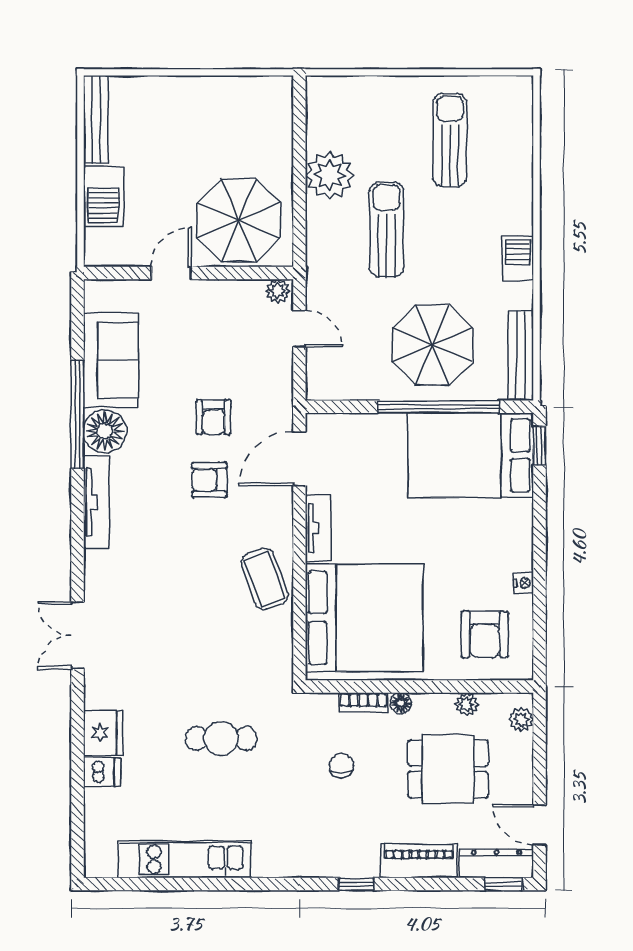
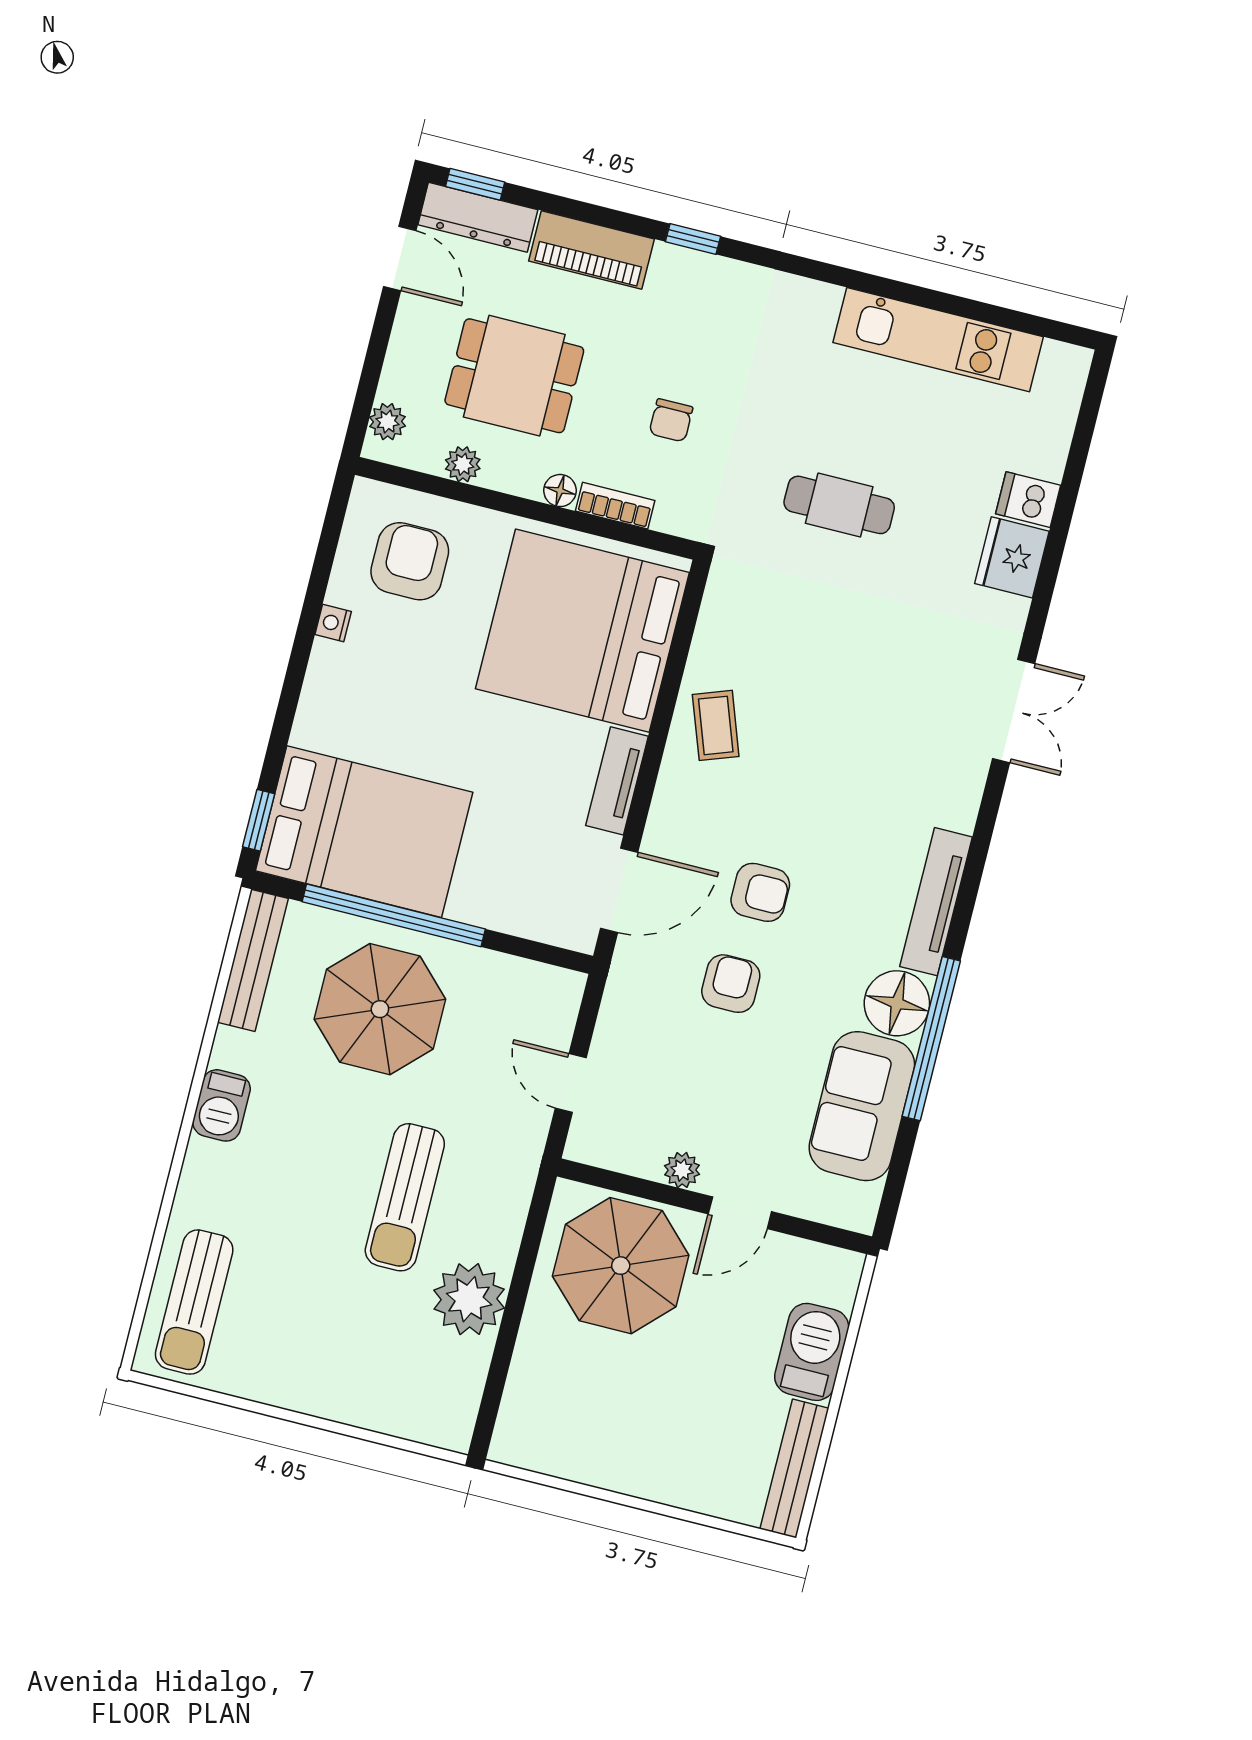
sun lounger: (450, 140) -> (194, 1302), moved
plant: (278, 291) -> (682, 1170), moved
coffee table: (264, 579) -> (716, 725), width x0.73, depth x0.77

